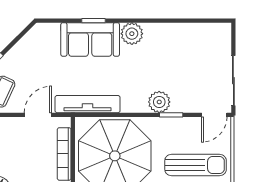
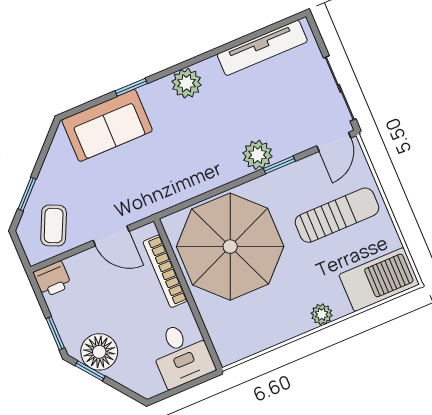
sofa: (90, 39) -> (107, 125), moved
tv unit: (88, 104) -> (262, 48), moved, turned 180
door: (38, 115) -> (111, 236), swing flipped

